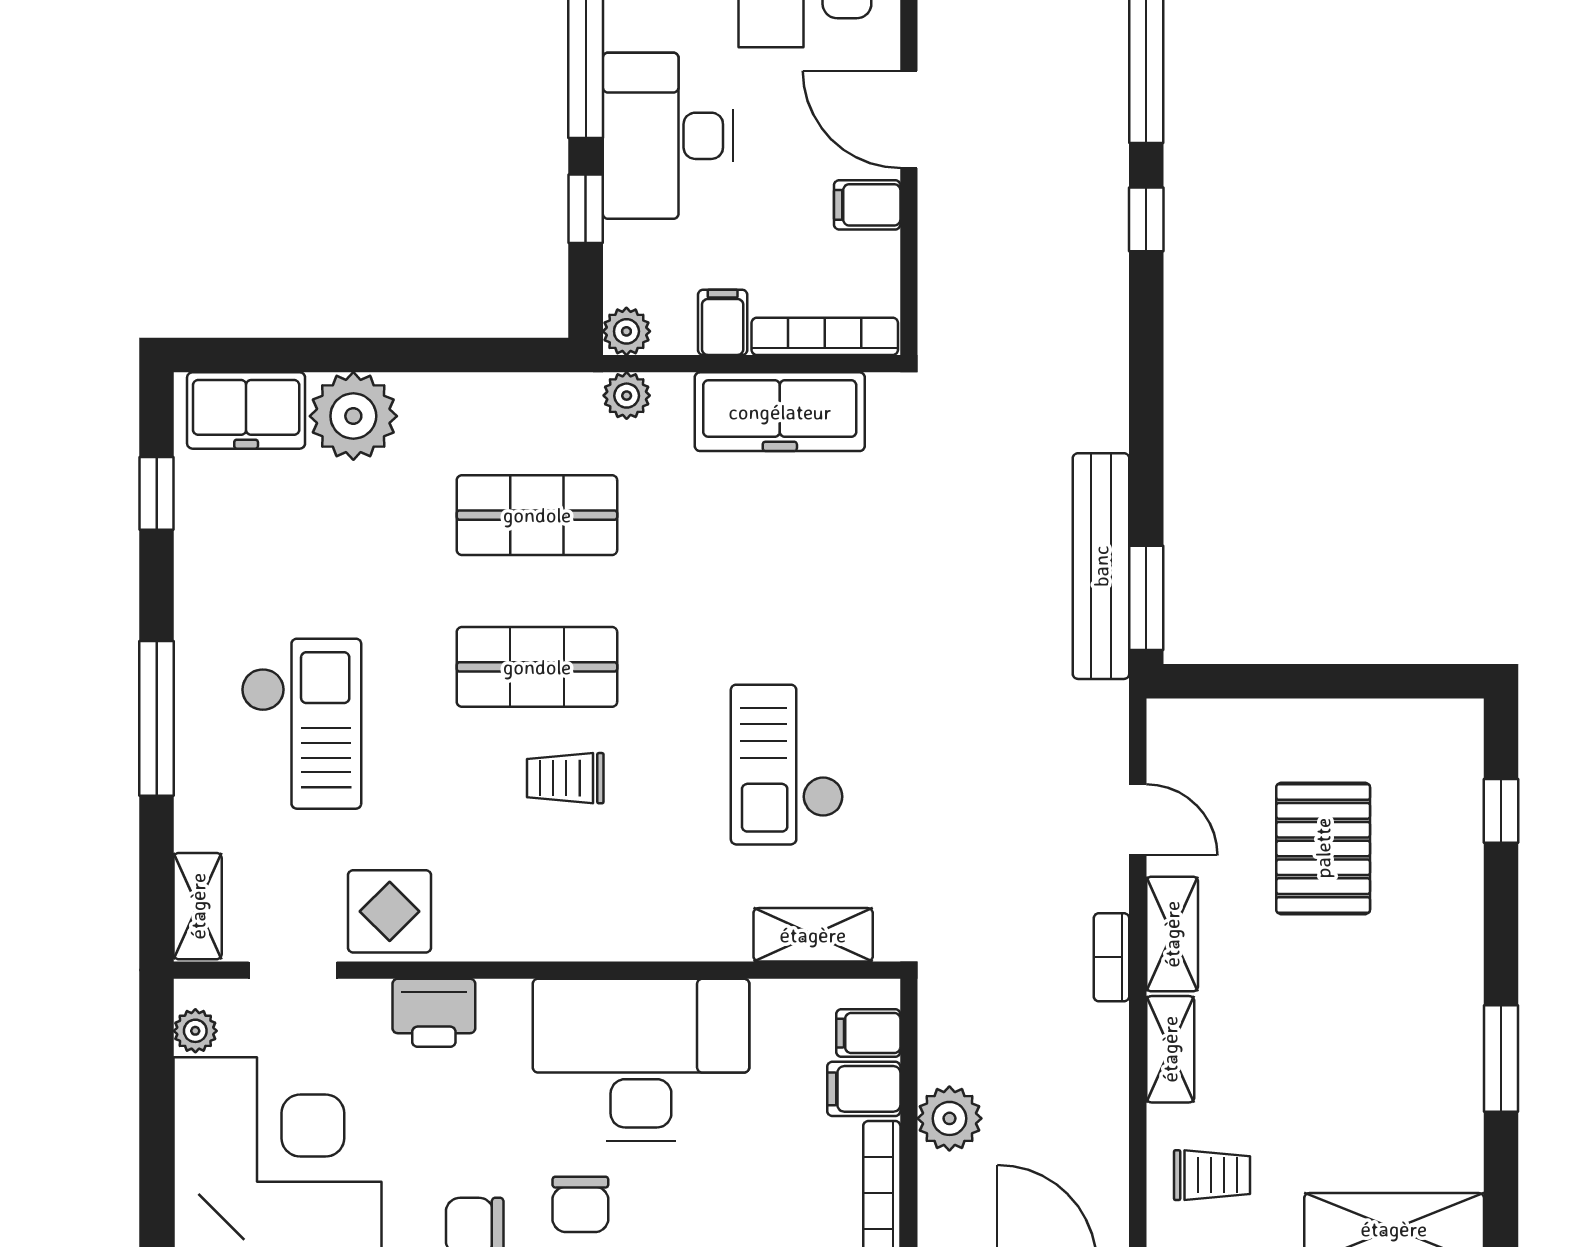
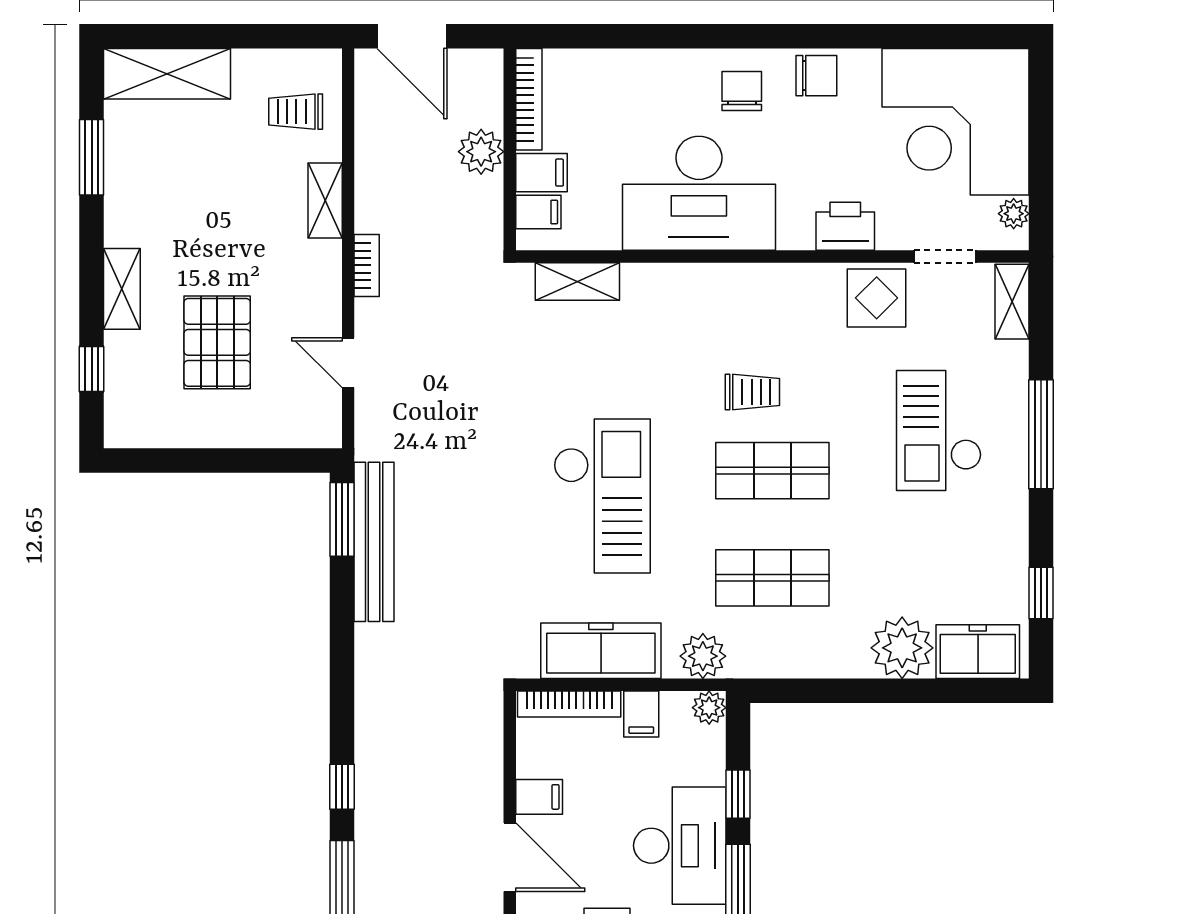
plant: (627, 396) -> (703, 656), width x1.38, depth x1.38
checkout: (787, 765) -> (602, 496), moved, width x1.36, depth x1.21
shelving: (1172, 934) -> (122, 289), moved
window: (1501, 1059) -> (92, 157), moved

